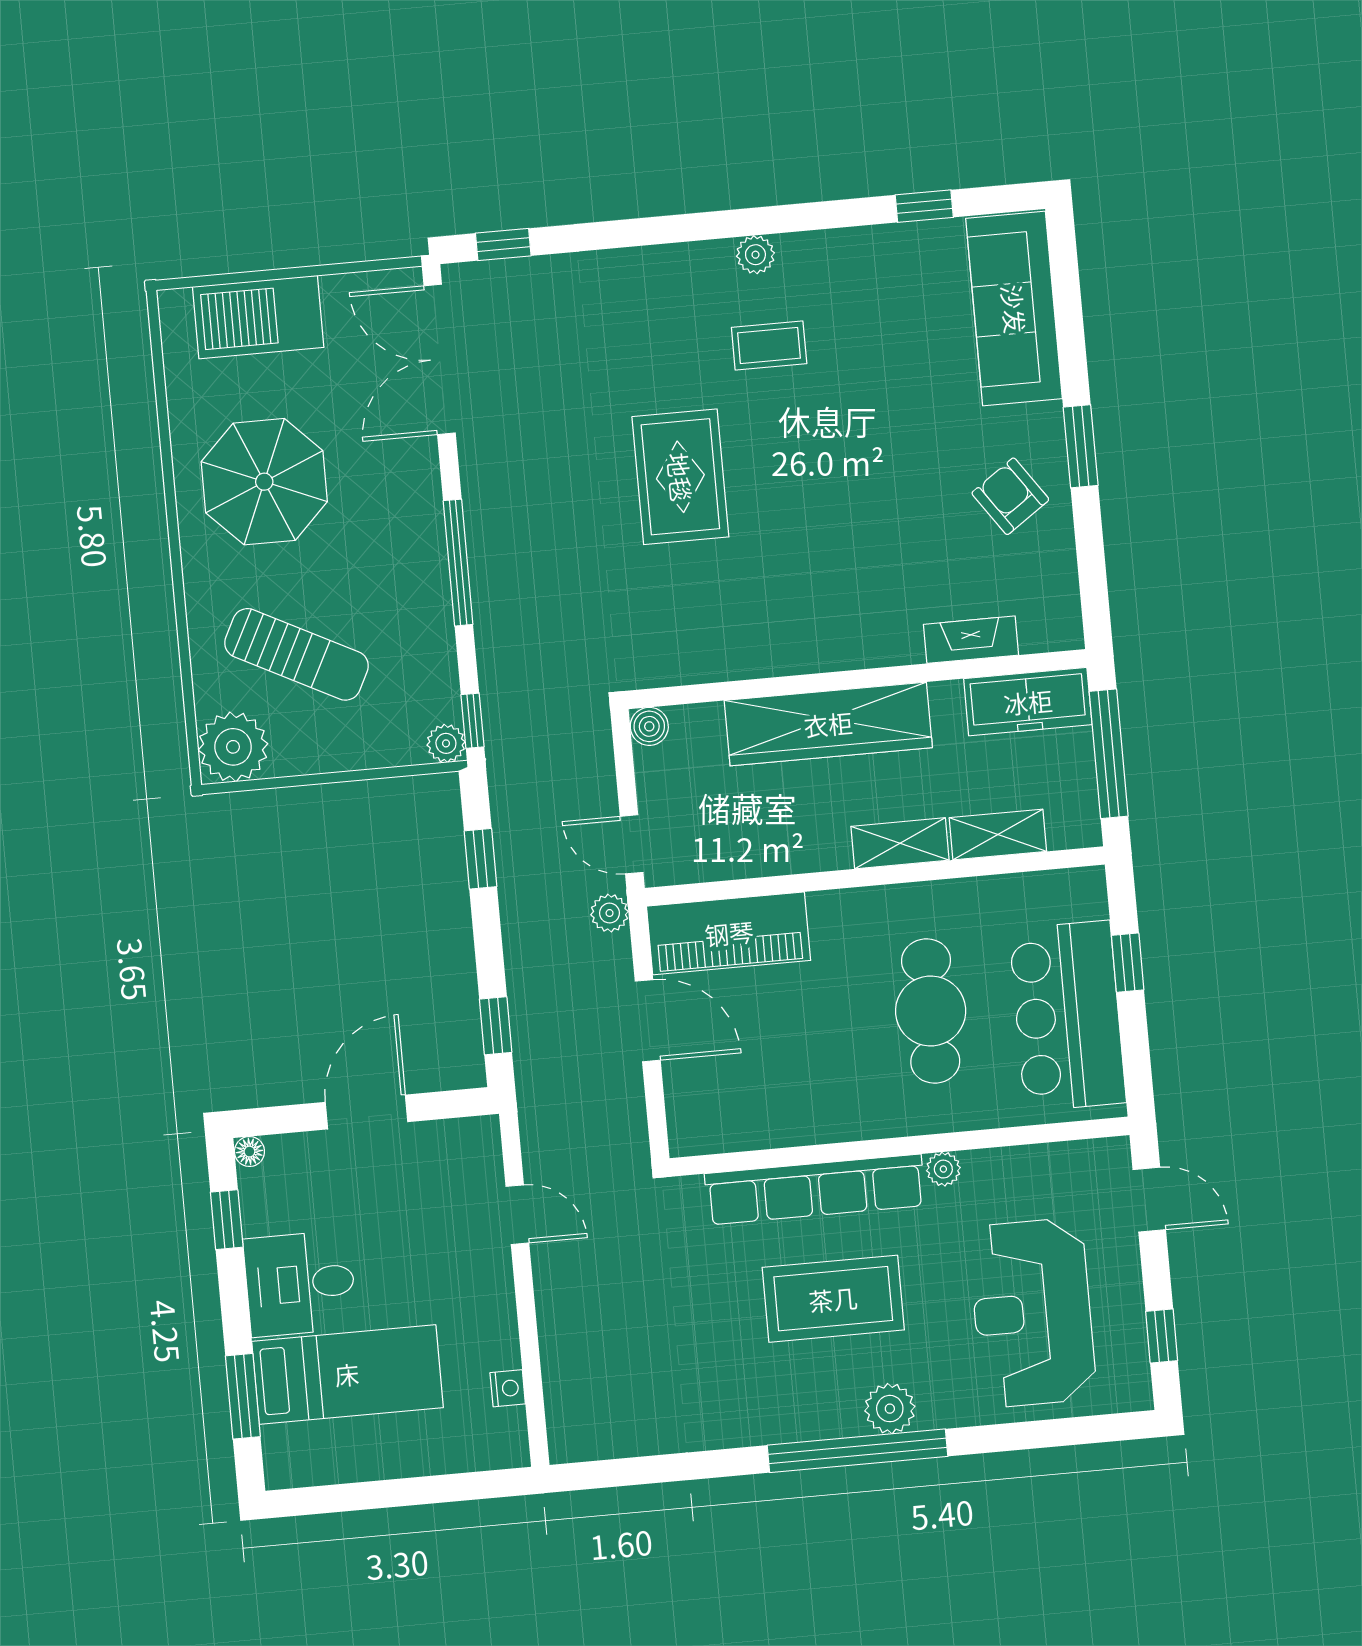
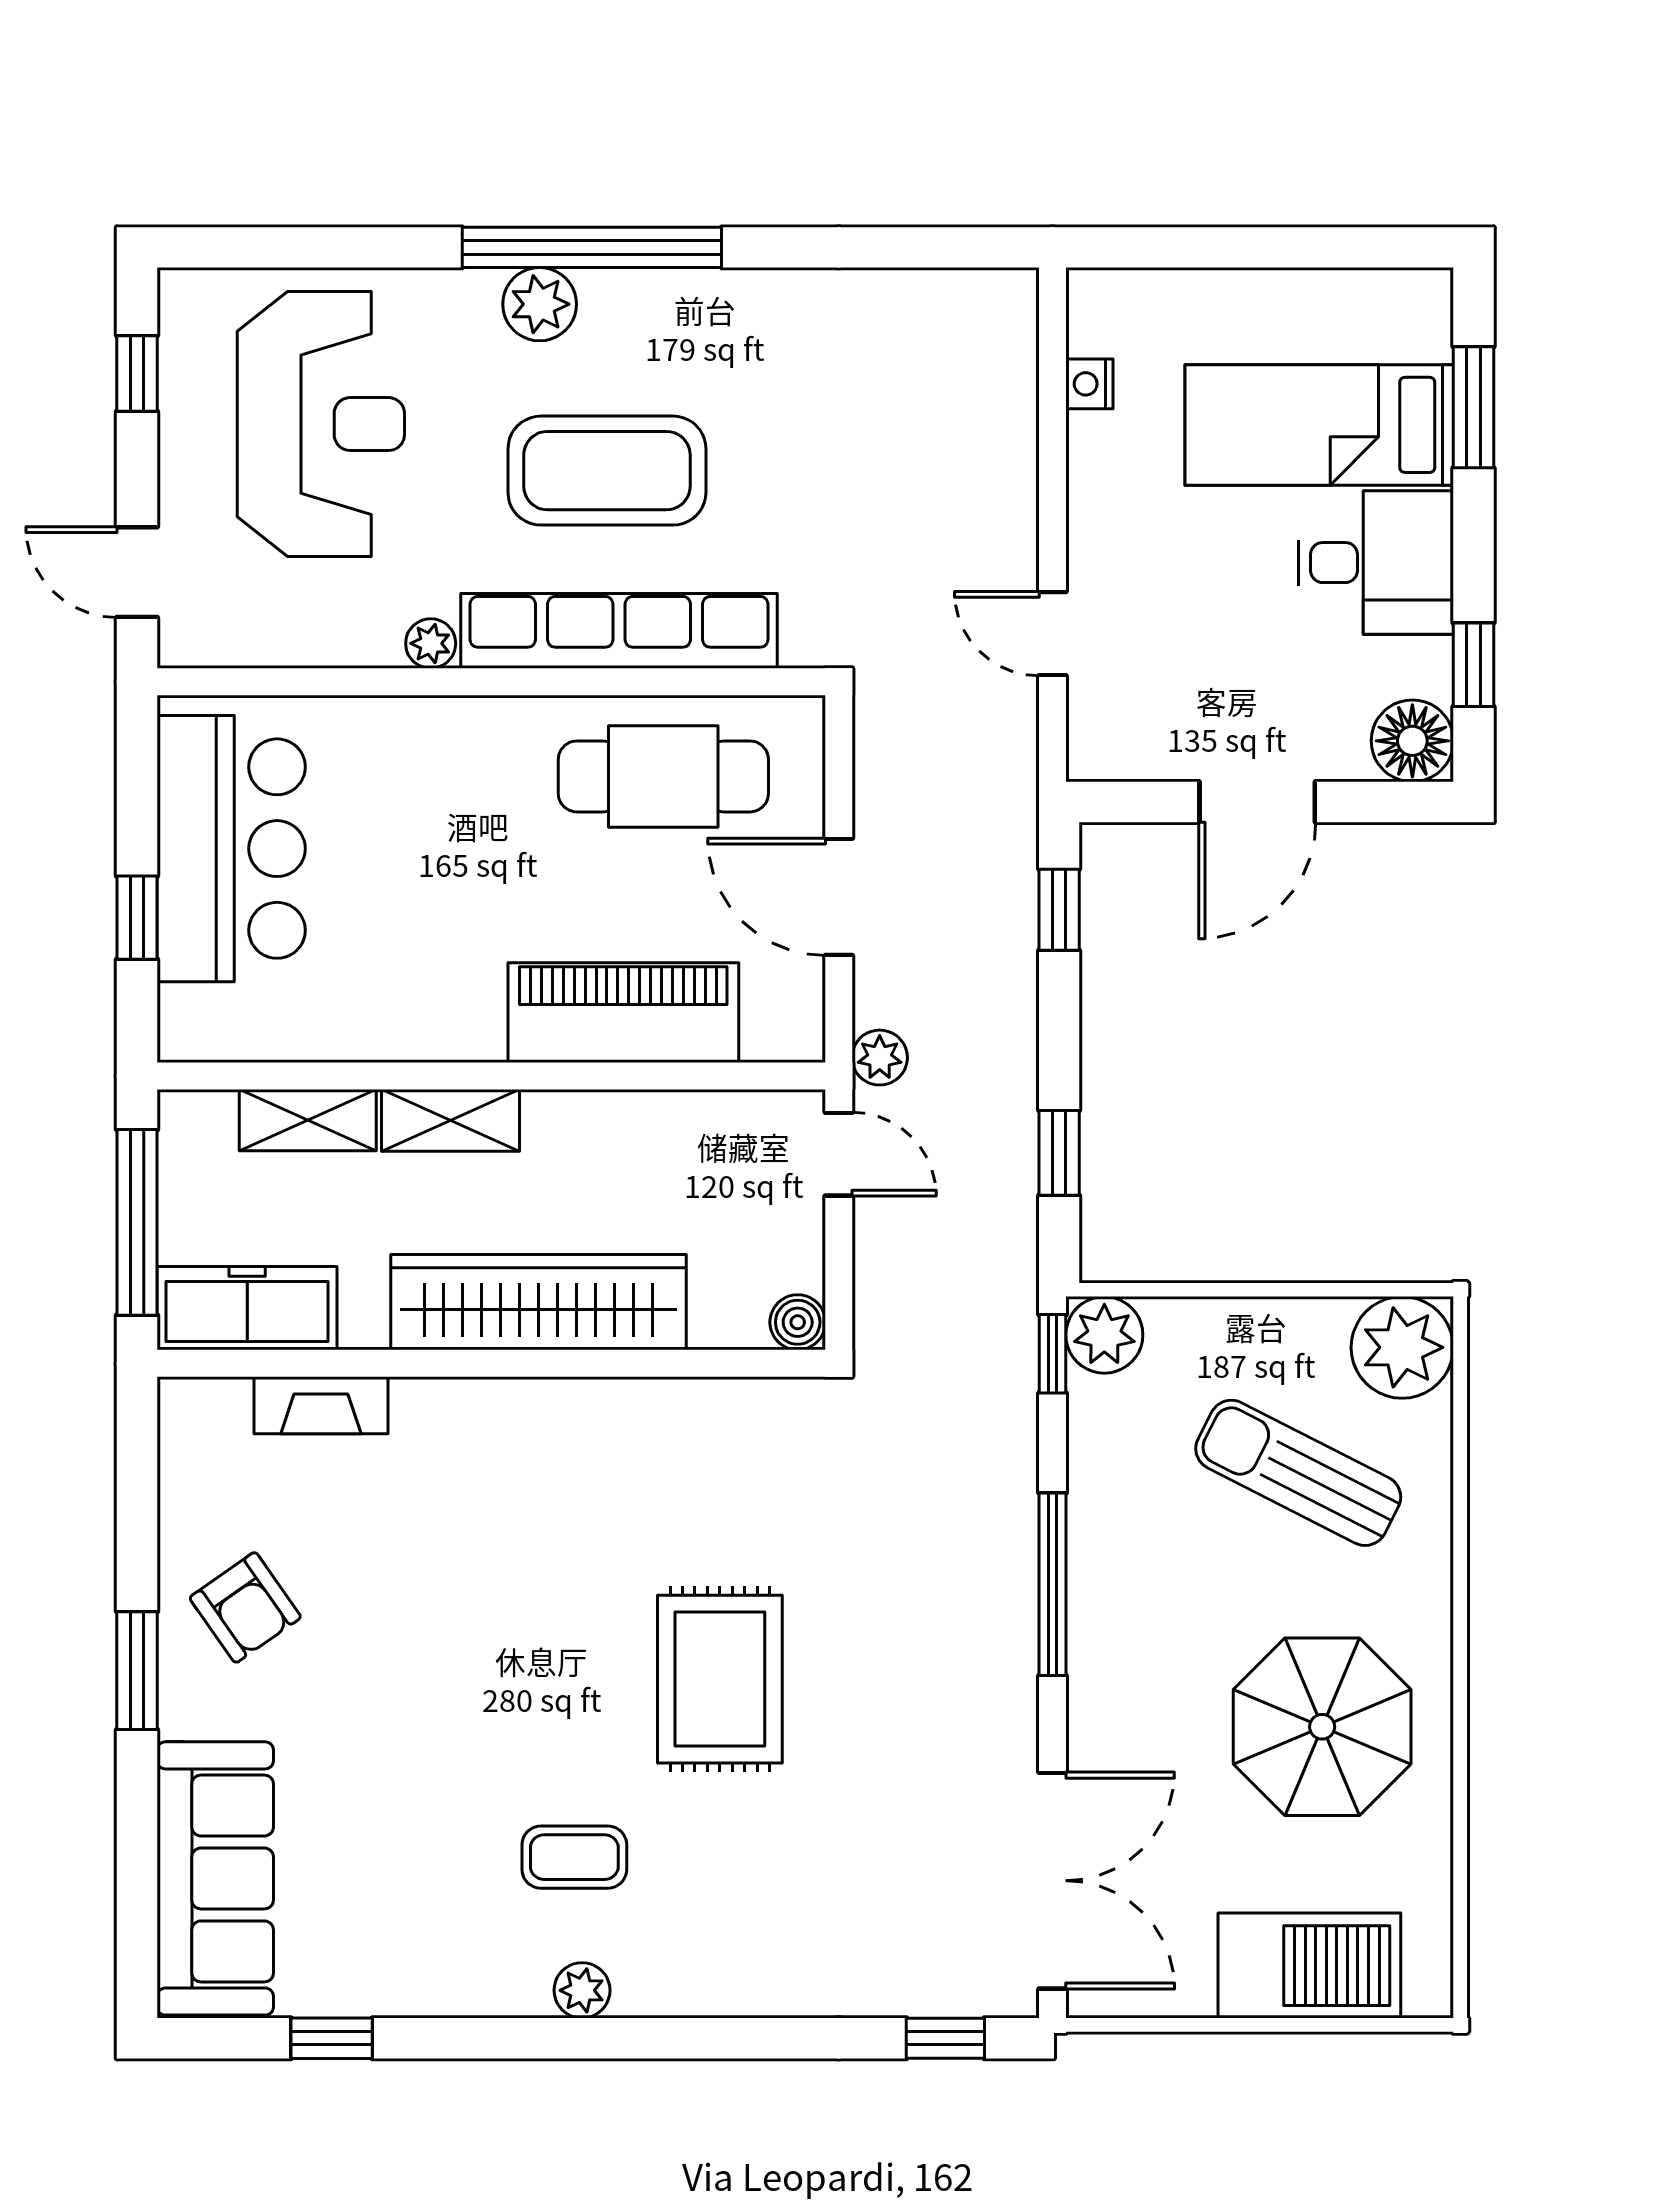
plant: (446, 743) -> (1104, 1335), width x1.38, depth x1.38
piano: (729, 933) -> (623, 1013), moved
cafe table: (931, 1011) -> (663, 776), moved, turned 90
floor lamp: (249, 1152) -> (1412, 741), width x1.89, depth x1.89

